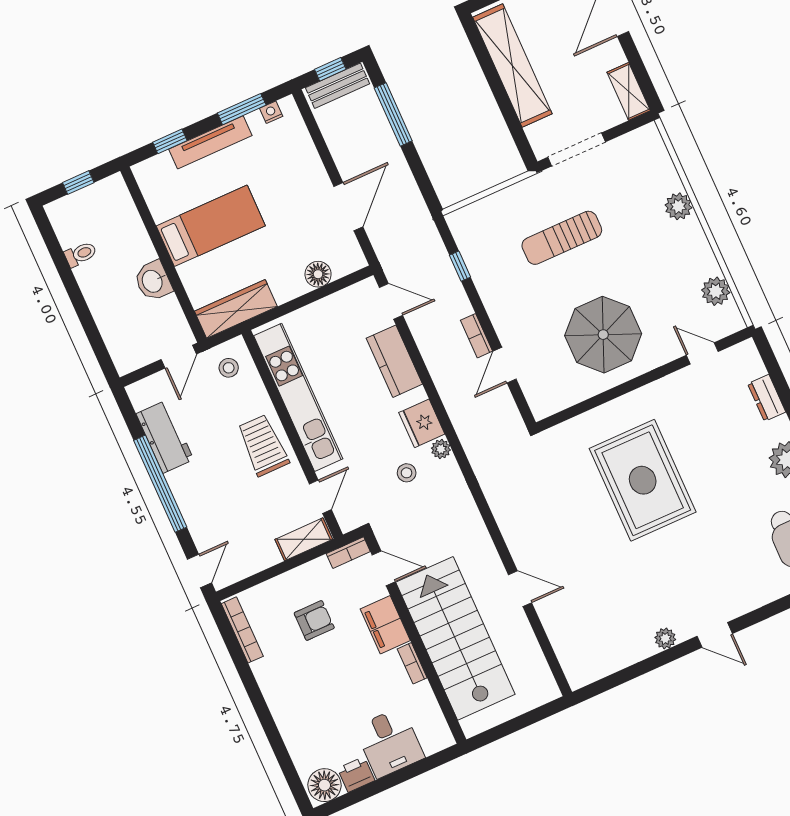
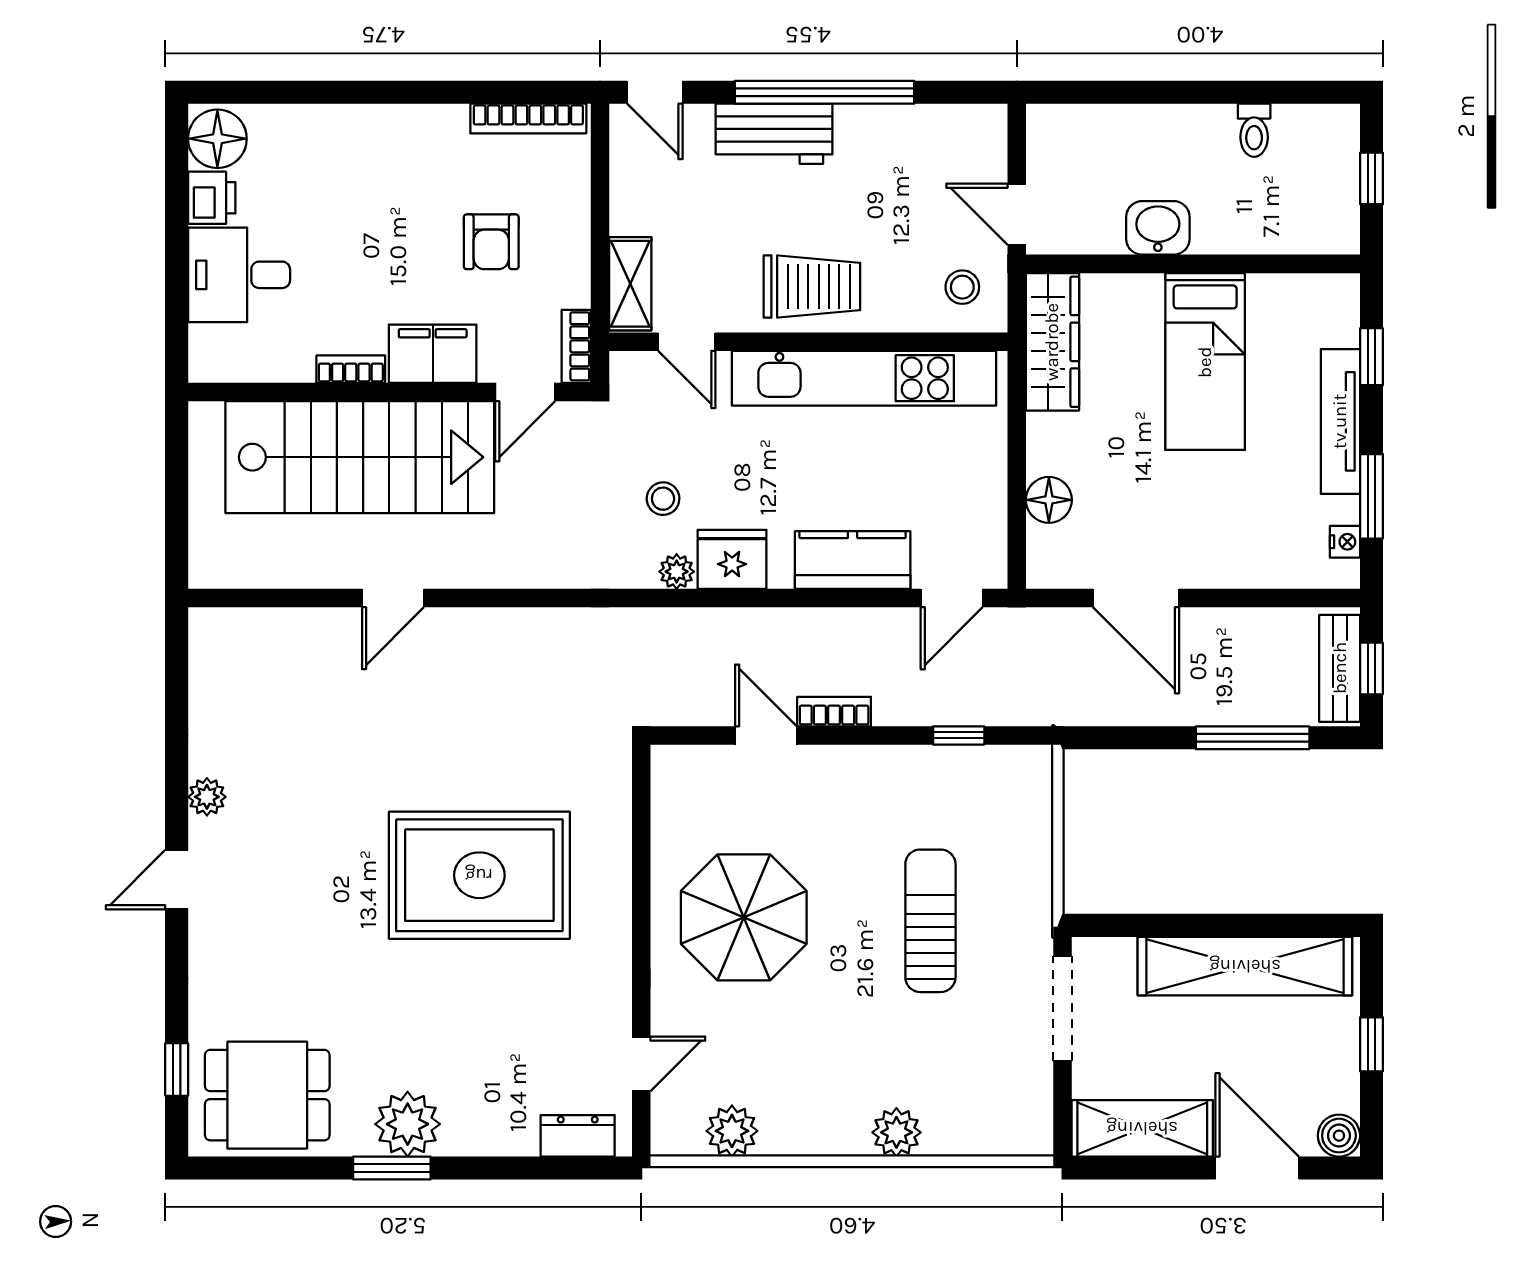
shelving: (629, 91) -> (1142, 1128), width x1.50, depth x1.33
dresser: (767, 398) -> (578, 1136), moved
workbench: (165, 437) -> (774, 134), moved

